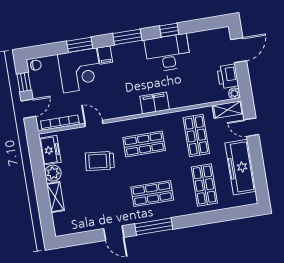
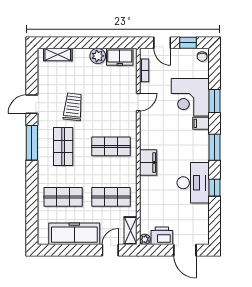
bookcase: (60, 123) -> (144, 70), width x0.64
shop shelf: (144, 144) -> (111, 146), turned 90
trolley: (100, 161) -> (73, 107), moved
shelving: (55, 197) -> (58, 55), moved

